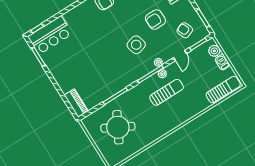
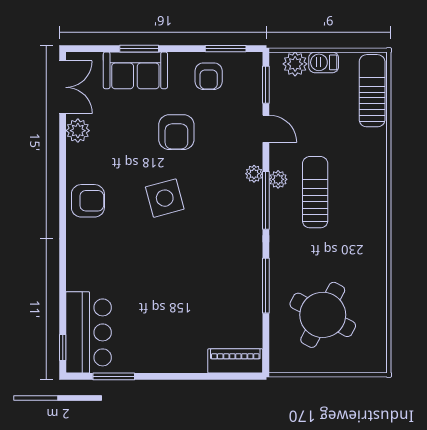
armchair: (185, 30) -> (209, 76), moved, turned -68
side table: (136, 45) -> (165, 198), moved

